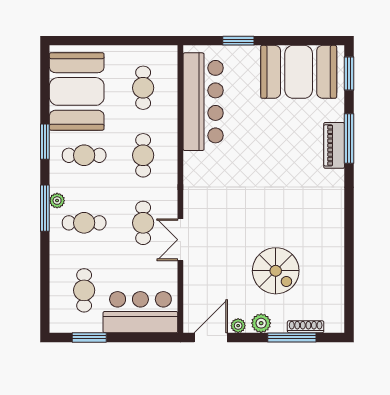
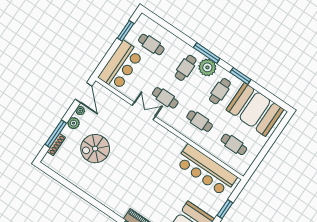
plant: (57, 201) -> (207, 67), width x1.87, depth x1.87

